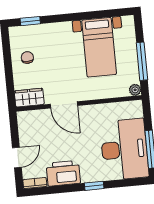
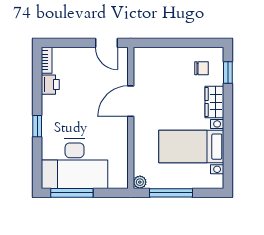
chair: (27, 58) -> (201, 68), moved
wardrobe: (29, 98) -> (214, 102), moved, turned 180
door: (17, 158) -> (106, 43), moved
printer: (63, 173) -> (50, 85), width x0.53, depth x0.68

